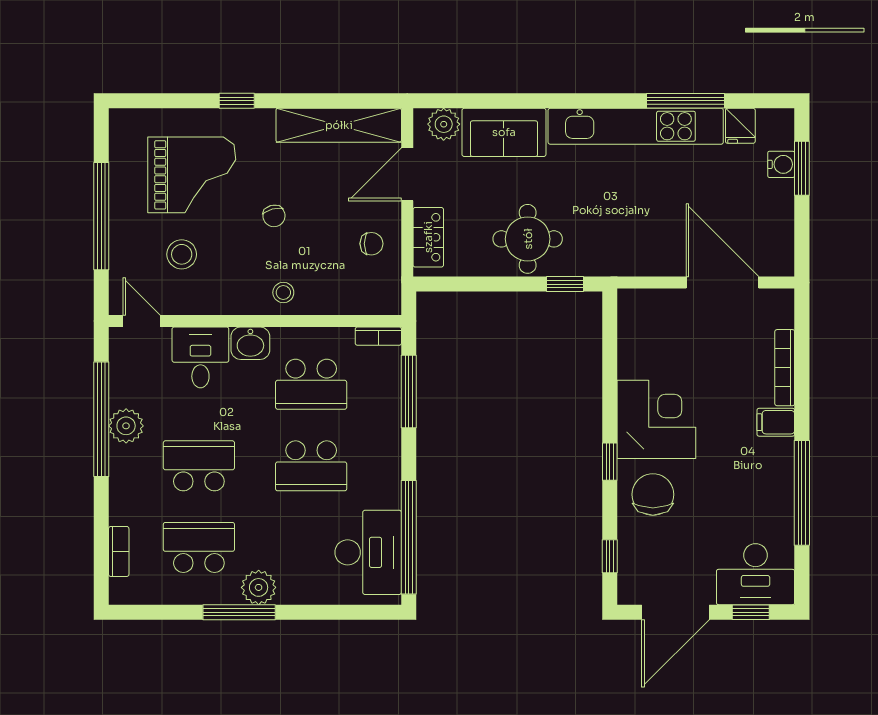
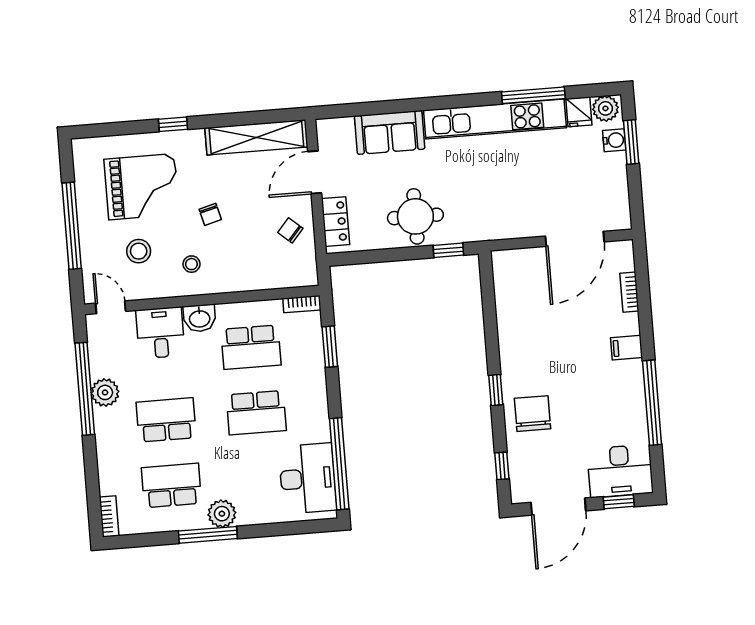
plant: (444, 124) -> (605, 108), moved
chair: (371, 244) -> (290, 230), turned -139
door: (722, 283) -> (575, 239), swing flipped
stool: (283, 293) -> (191, 264), moved
bookcase: (785, 368) -> (629, 292), width x0.64
window: (409, 391) -> (330, 347), width x0.69
corner desk: (656, 419) -> (531, 353), removed
bookcase: (119, 551) -> (109, 516), moved

